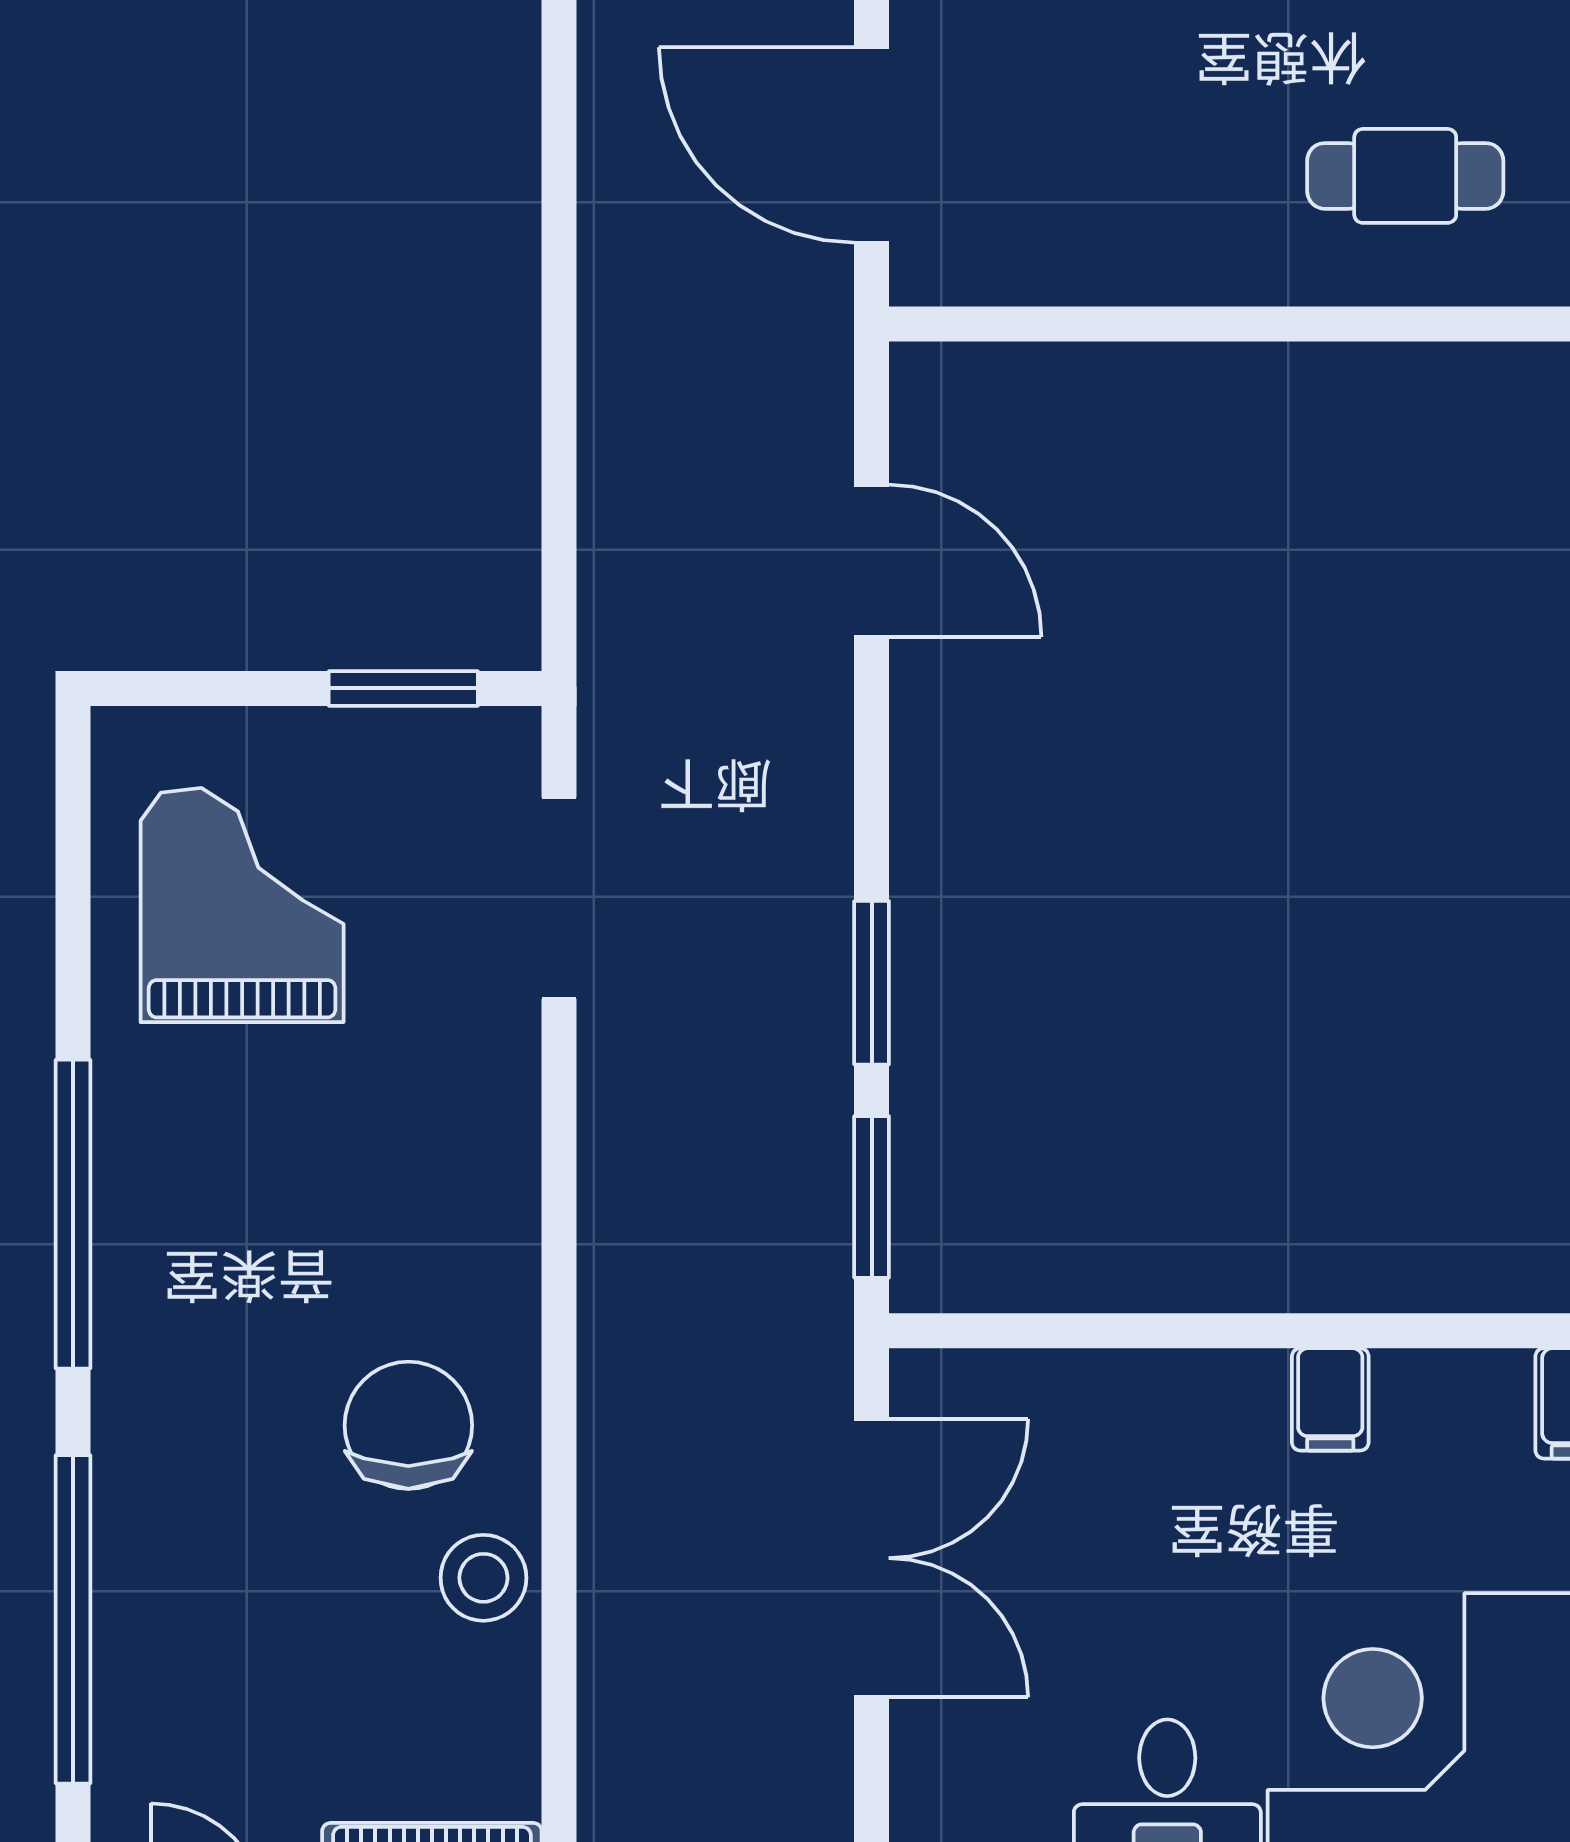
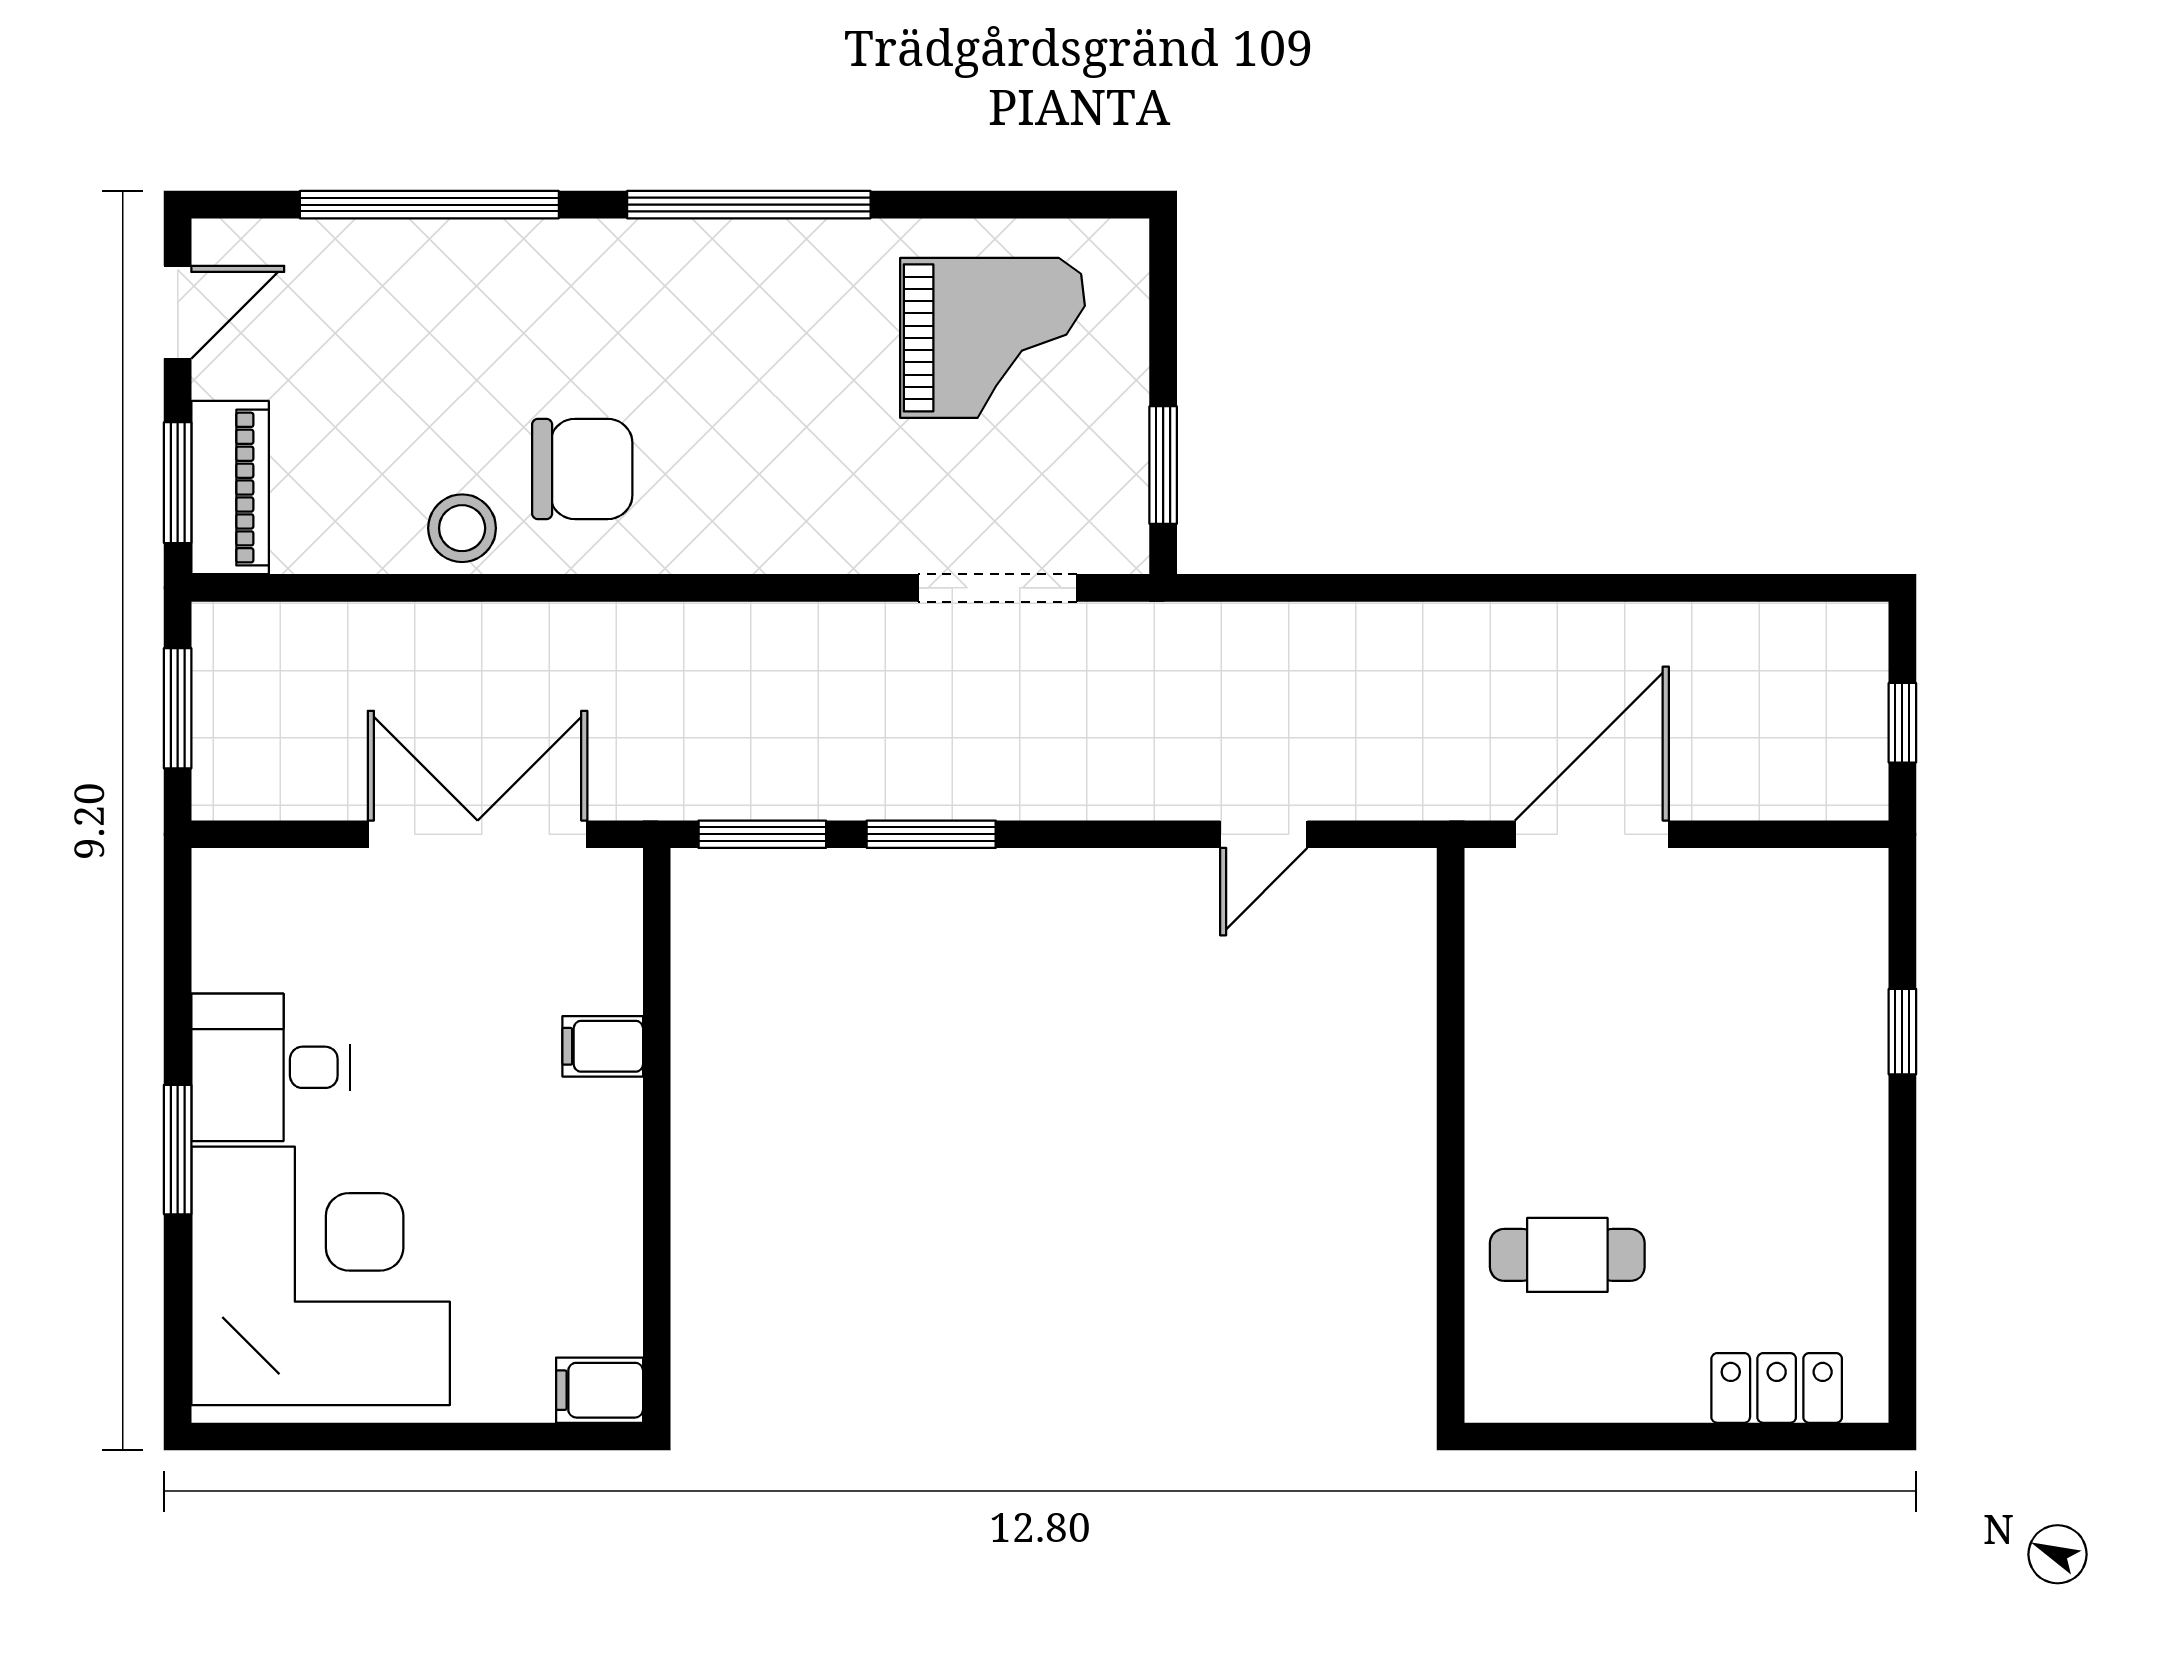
cafe table: (1405, 176) -> (1567, 1255), turned 90
door: (872, 561) -> (1264, 834), width x0.73
filing cabinet: (1330, 1399) -> (603, 1046), moved
double door: (872, 1558) -> (478, 834), swing flipped

